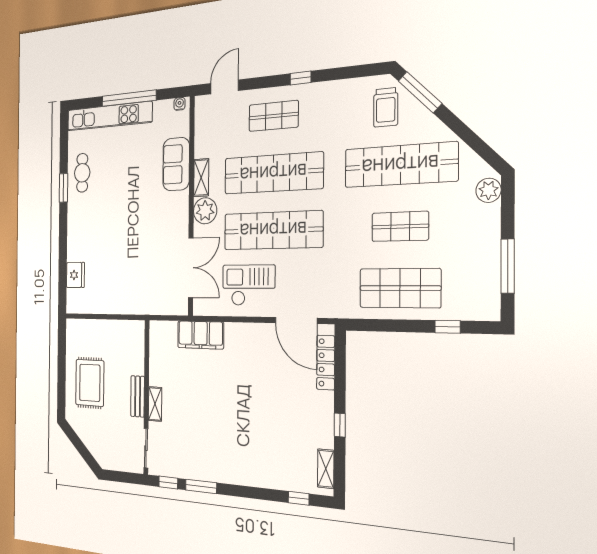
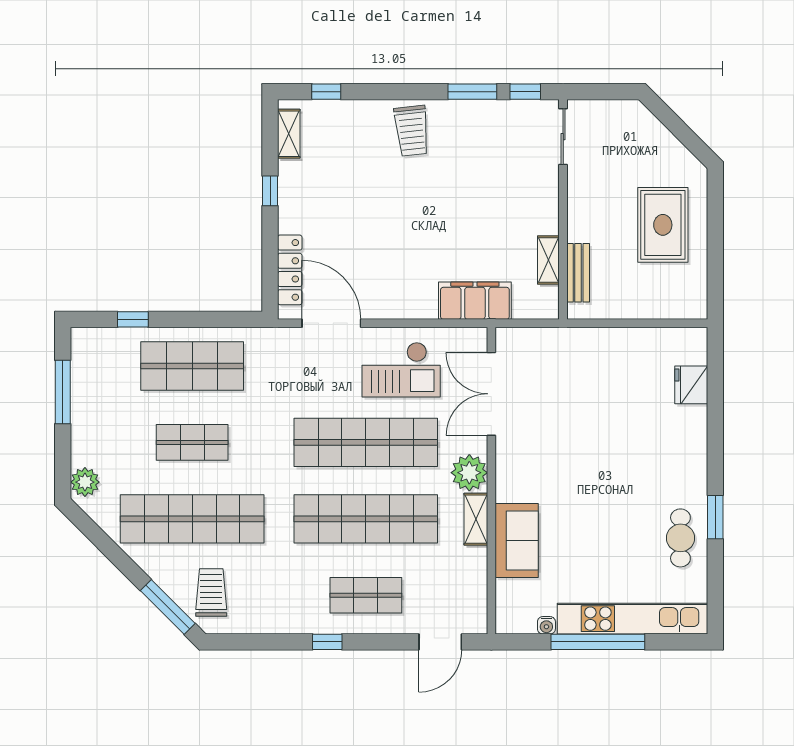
water cooler: (179, 104) -> (546, 625), moved
bench: (138, 396) -> (578, 273), moved
shelving: (155, 404) -> (548, 260), moved
trolley: (240, 462) -> (412, 131), added

